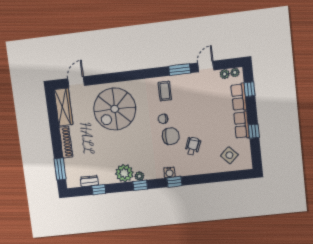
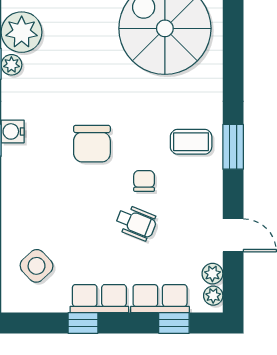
window: (180, 70) -> (233, 147), moved
chair: (163, 119) -> (144, 181), moved
wheelchair: (193, 146) -> (136, 223), moved

